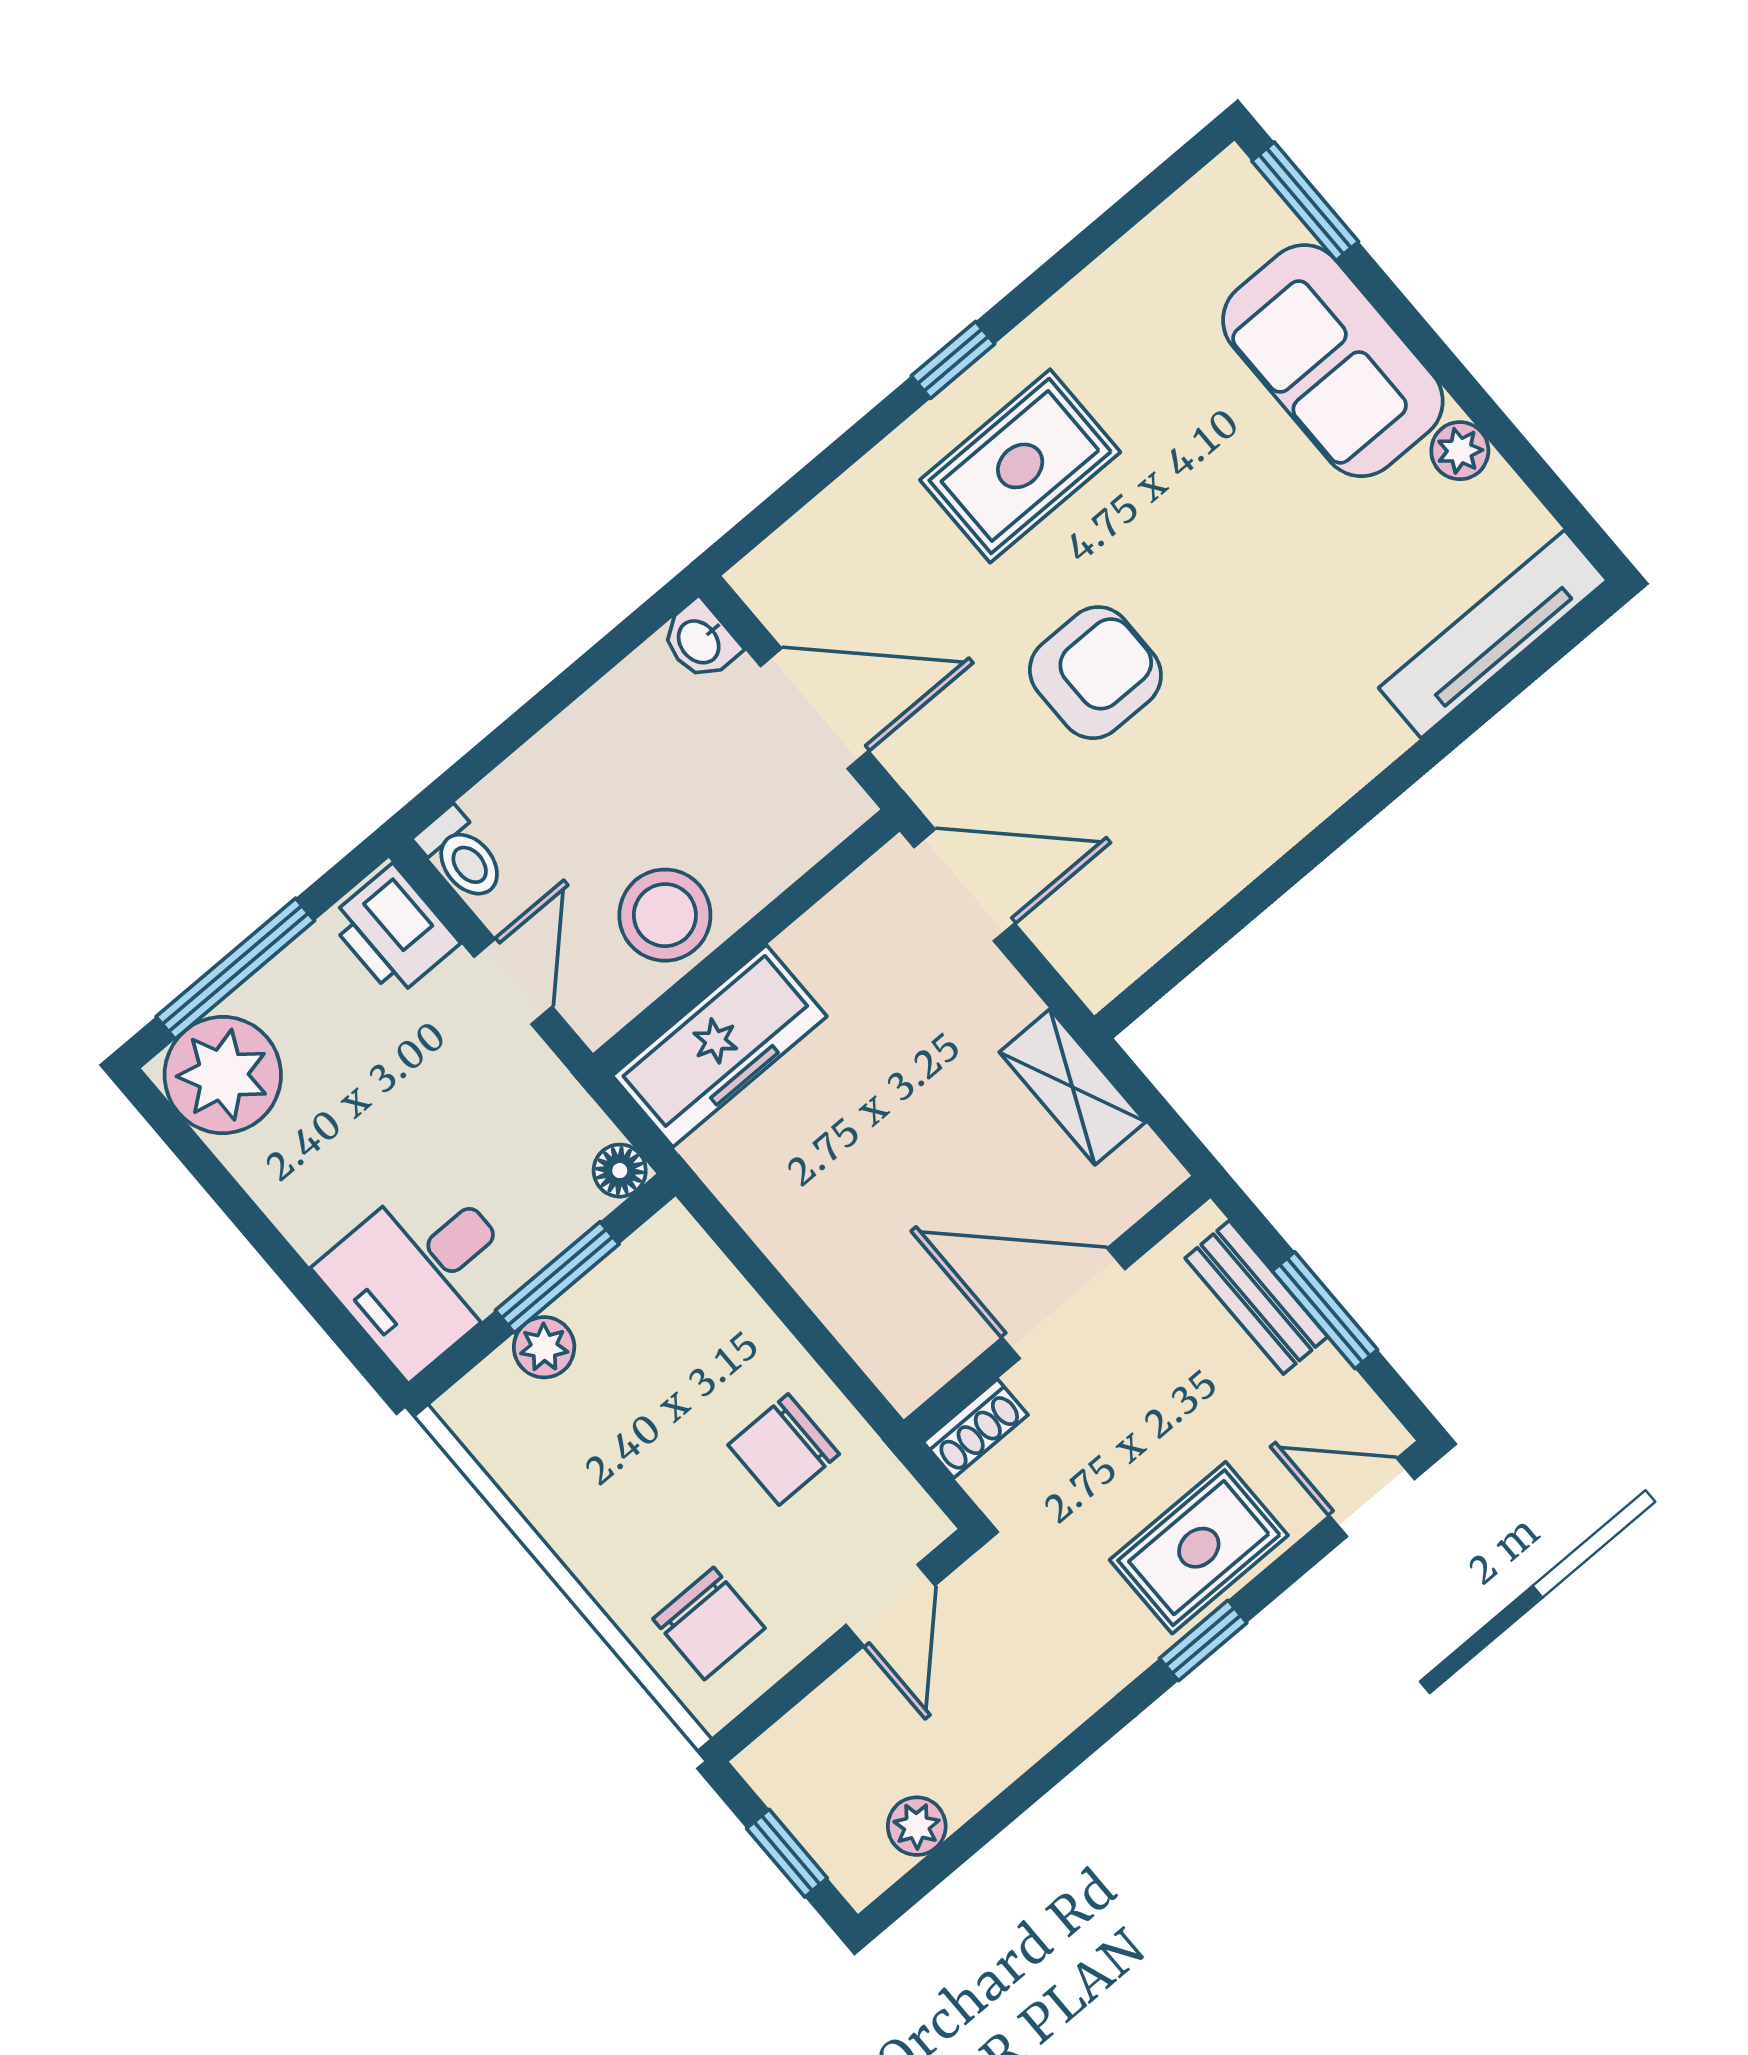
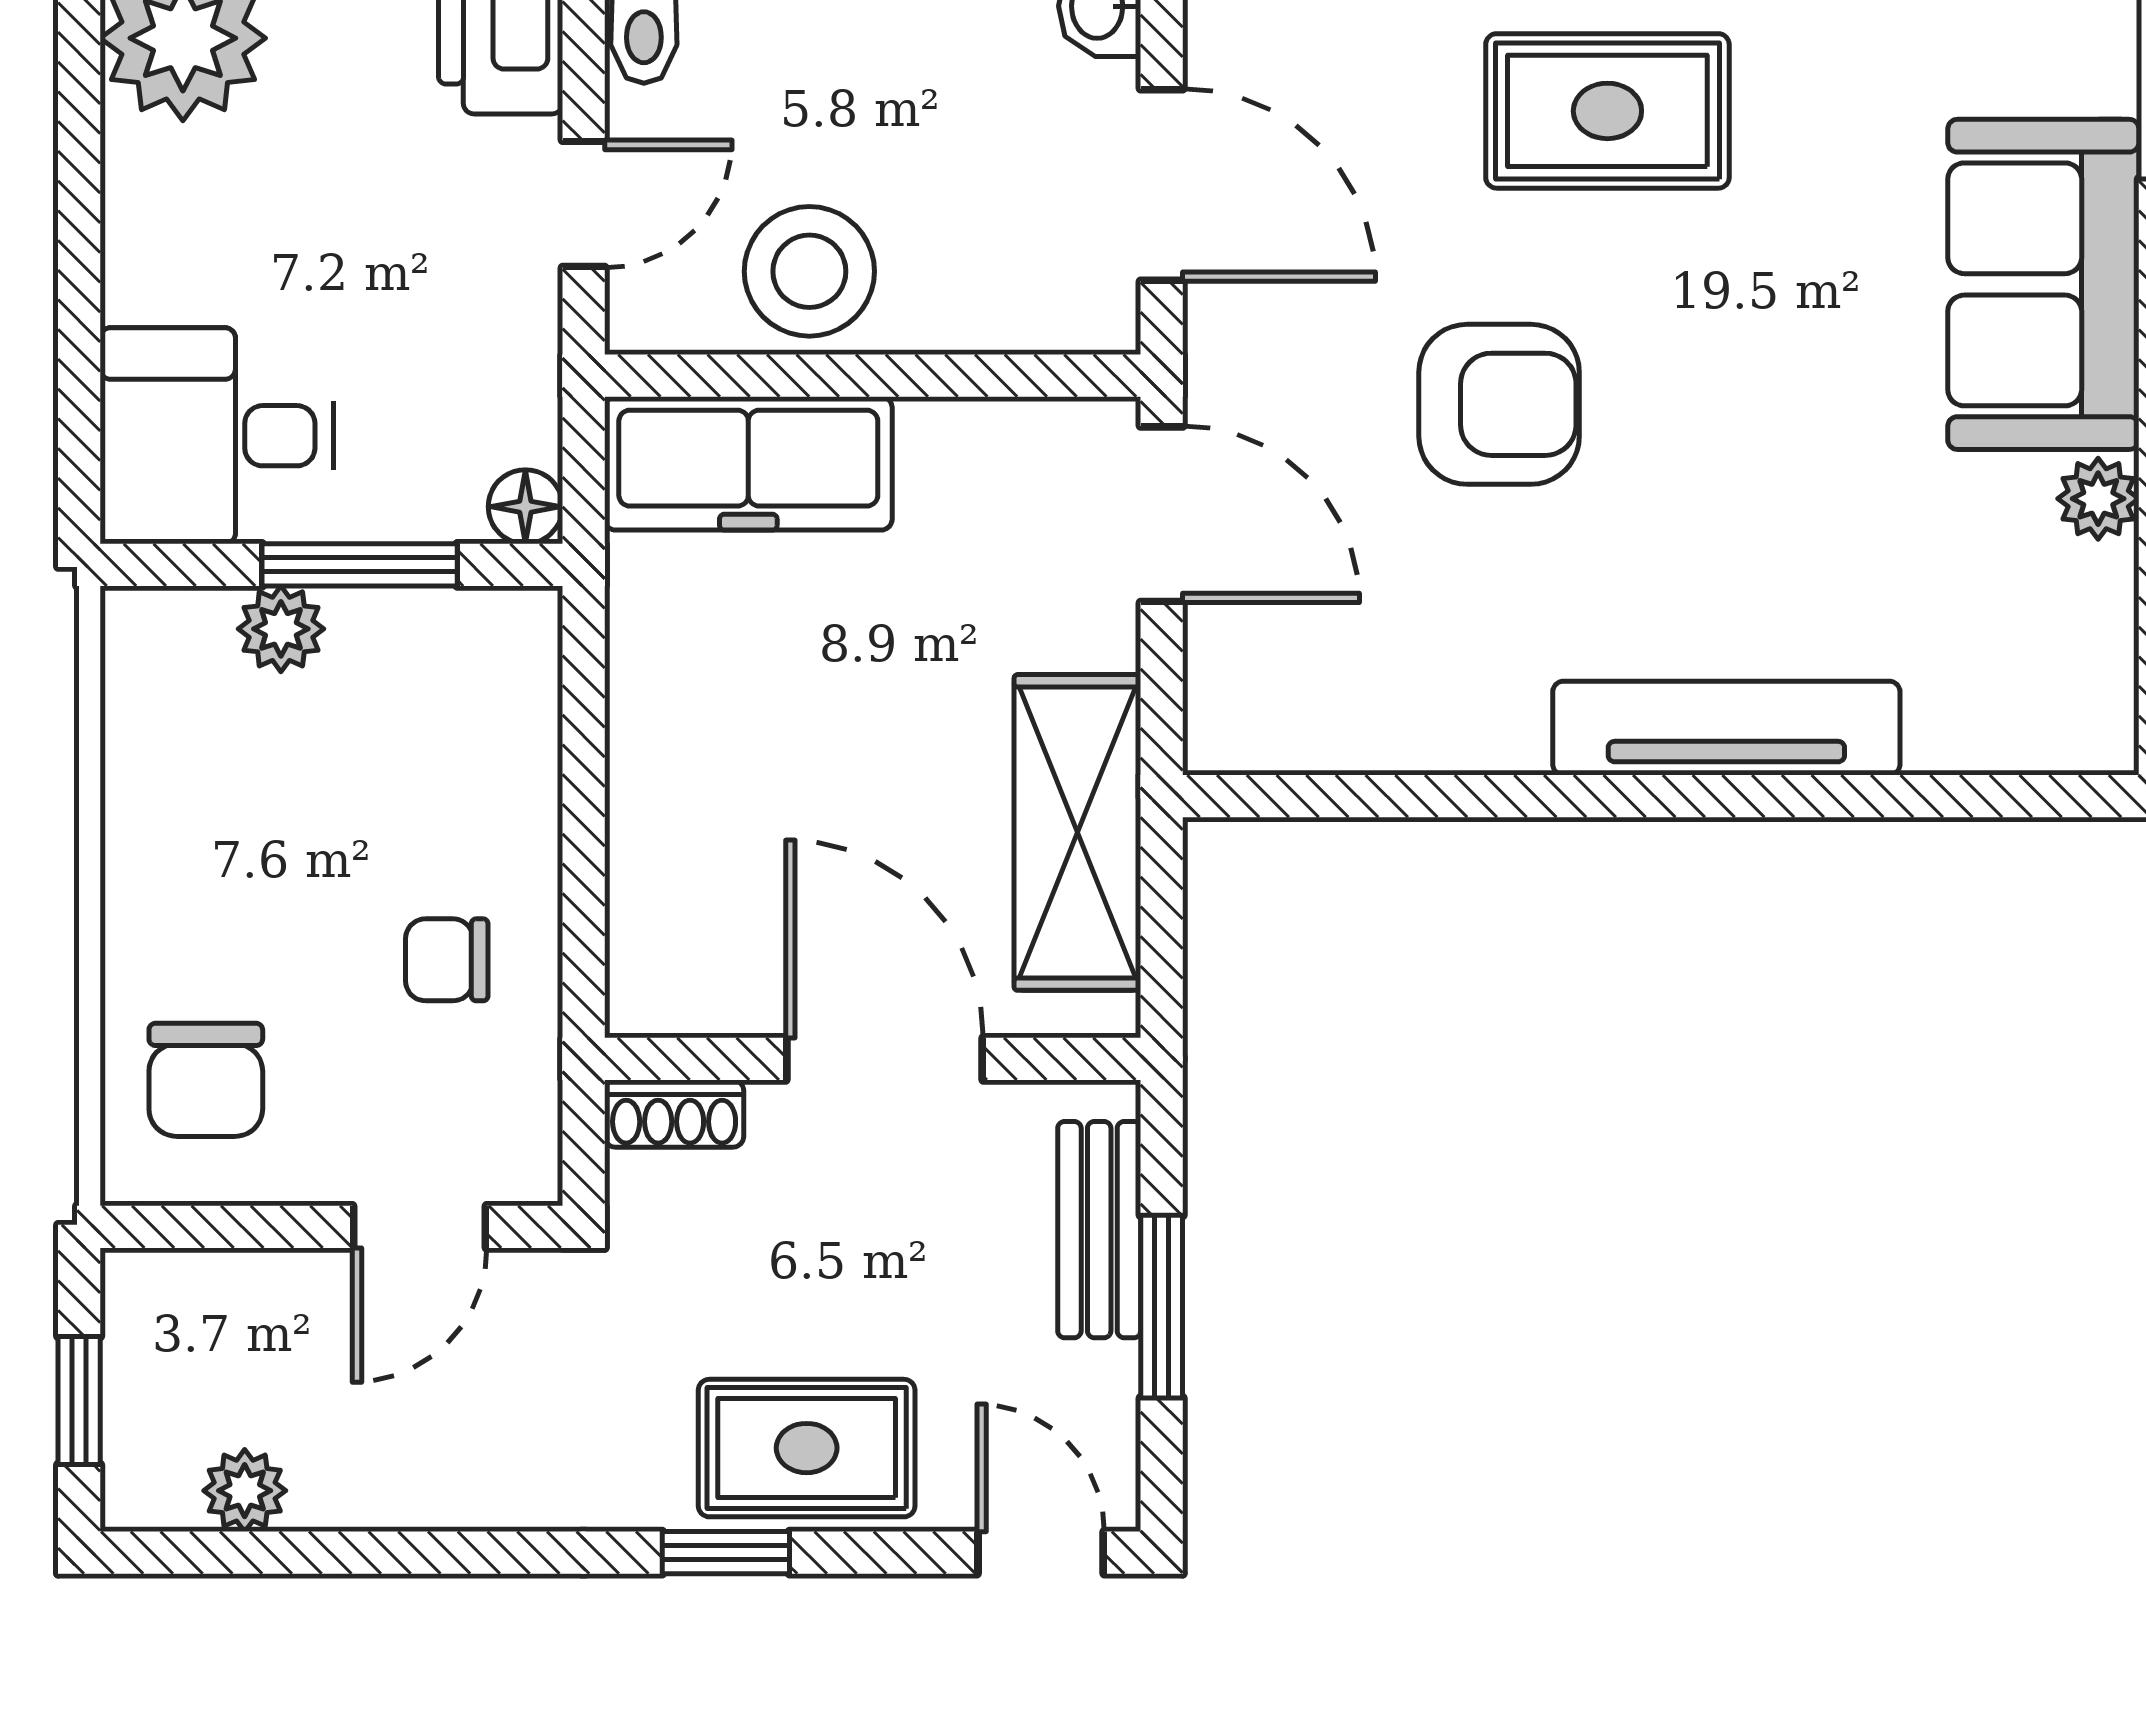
tv unit: (1493, 634) -> (1726, 728), moved
shelving: (1072, 1087) -> (1077, 832), width x1.50, depth x1.33
chair: (784, 1449) -> (447, 960), width x0.73, depth x0.73

